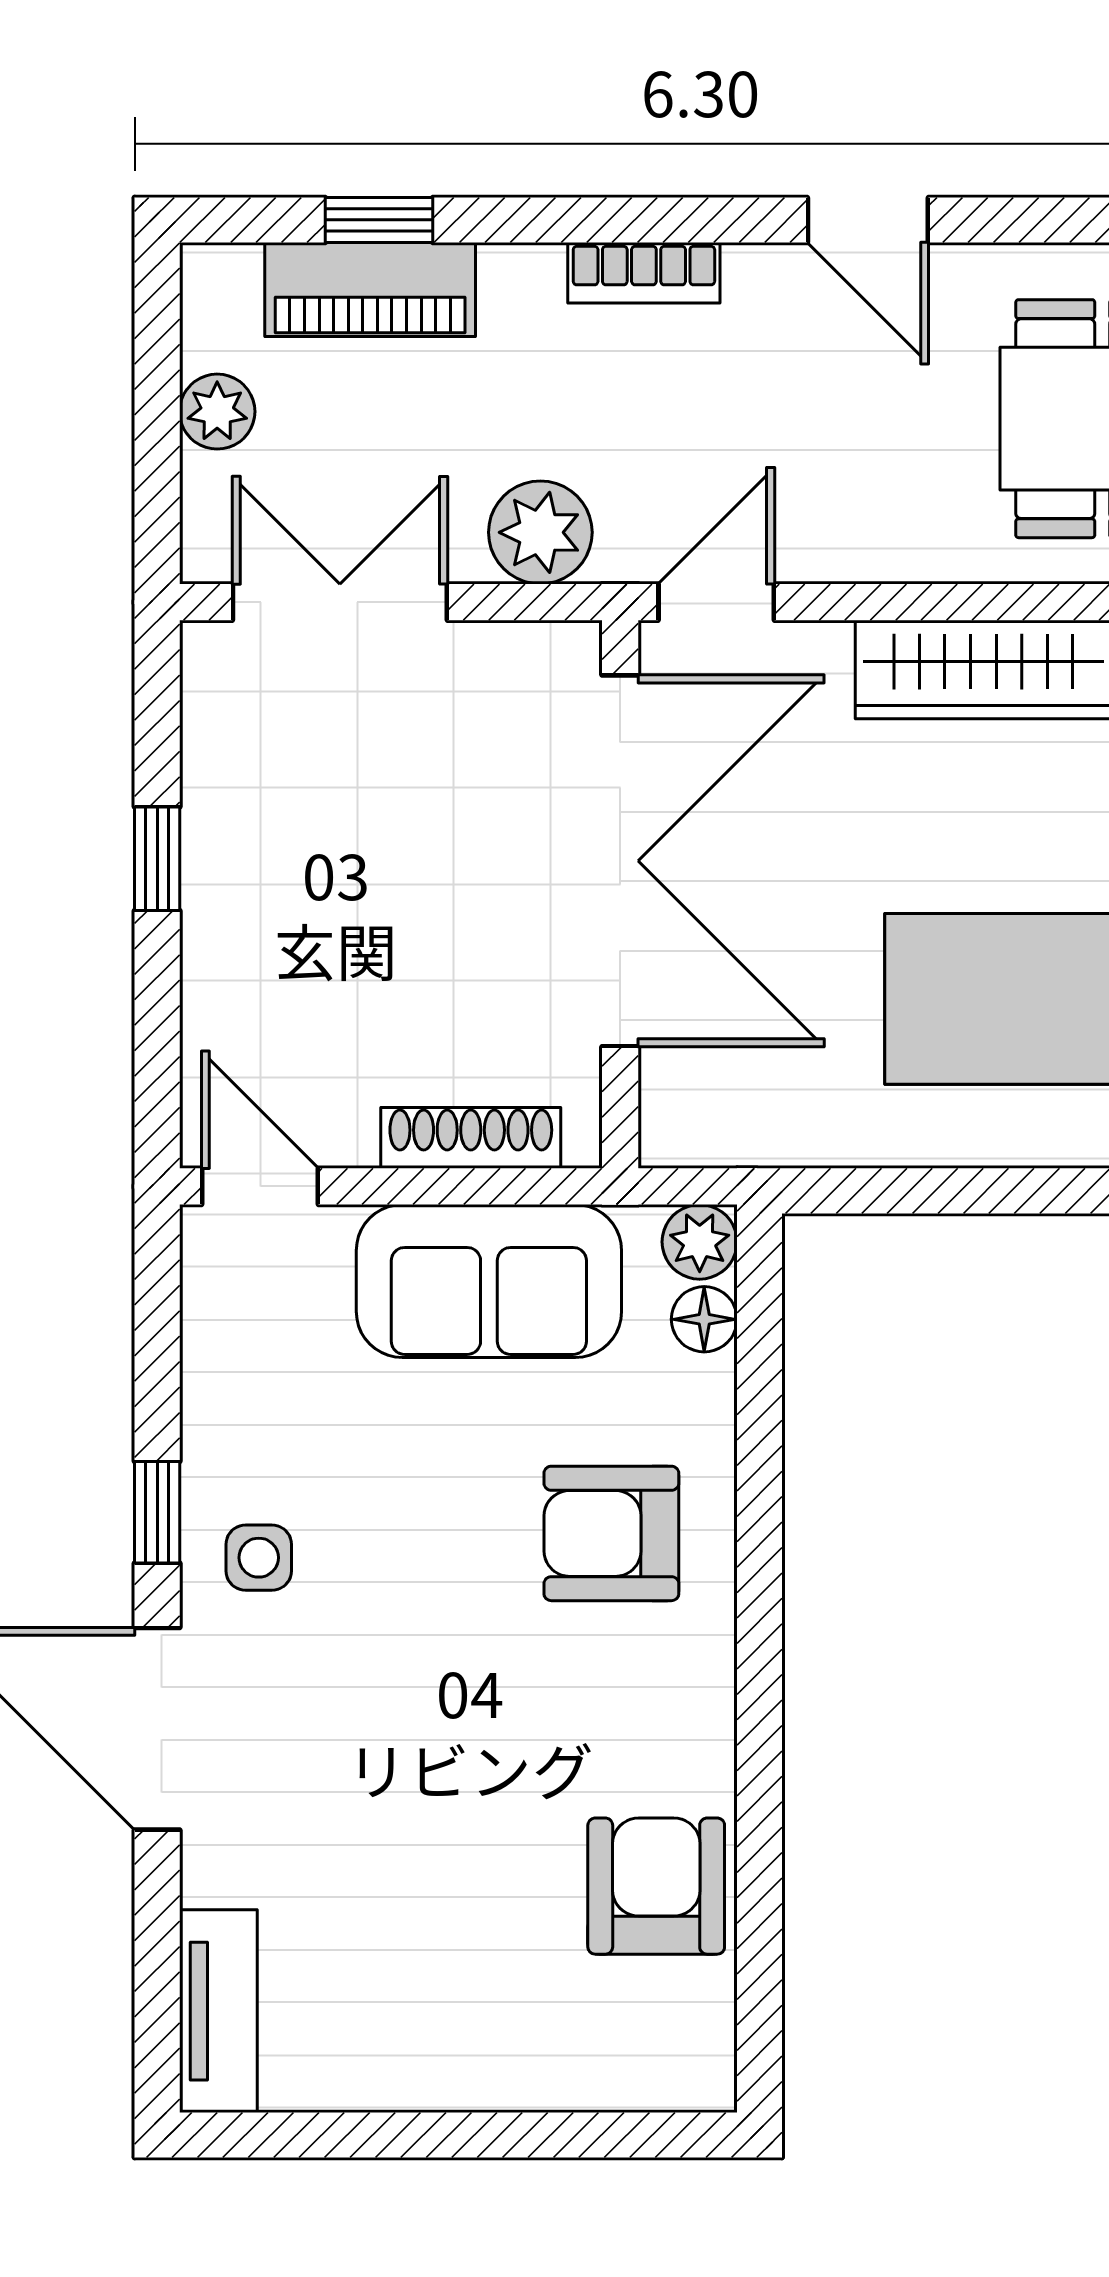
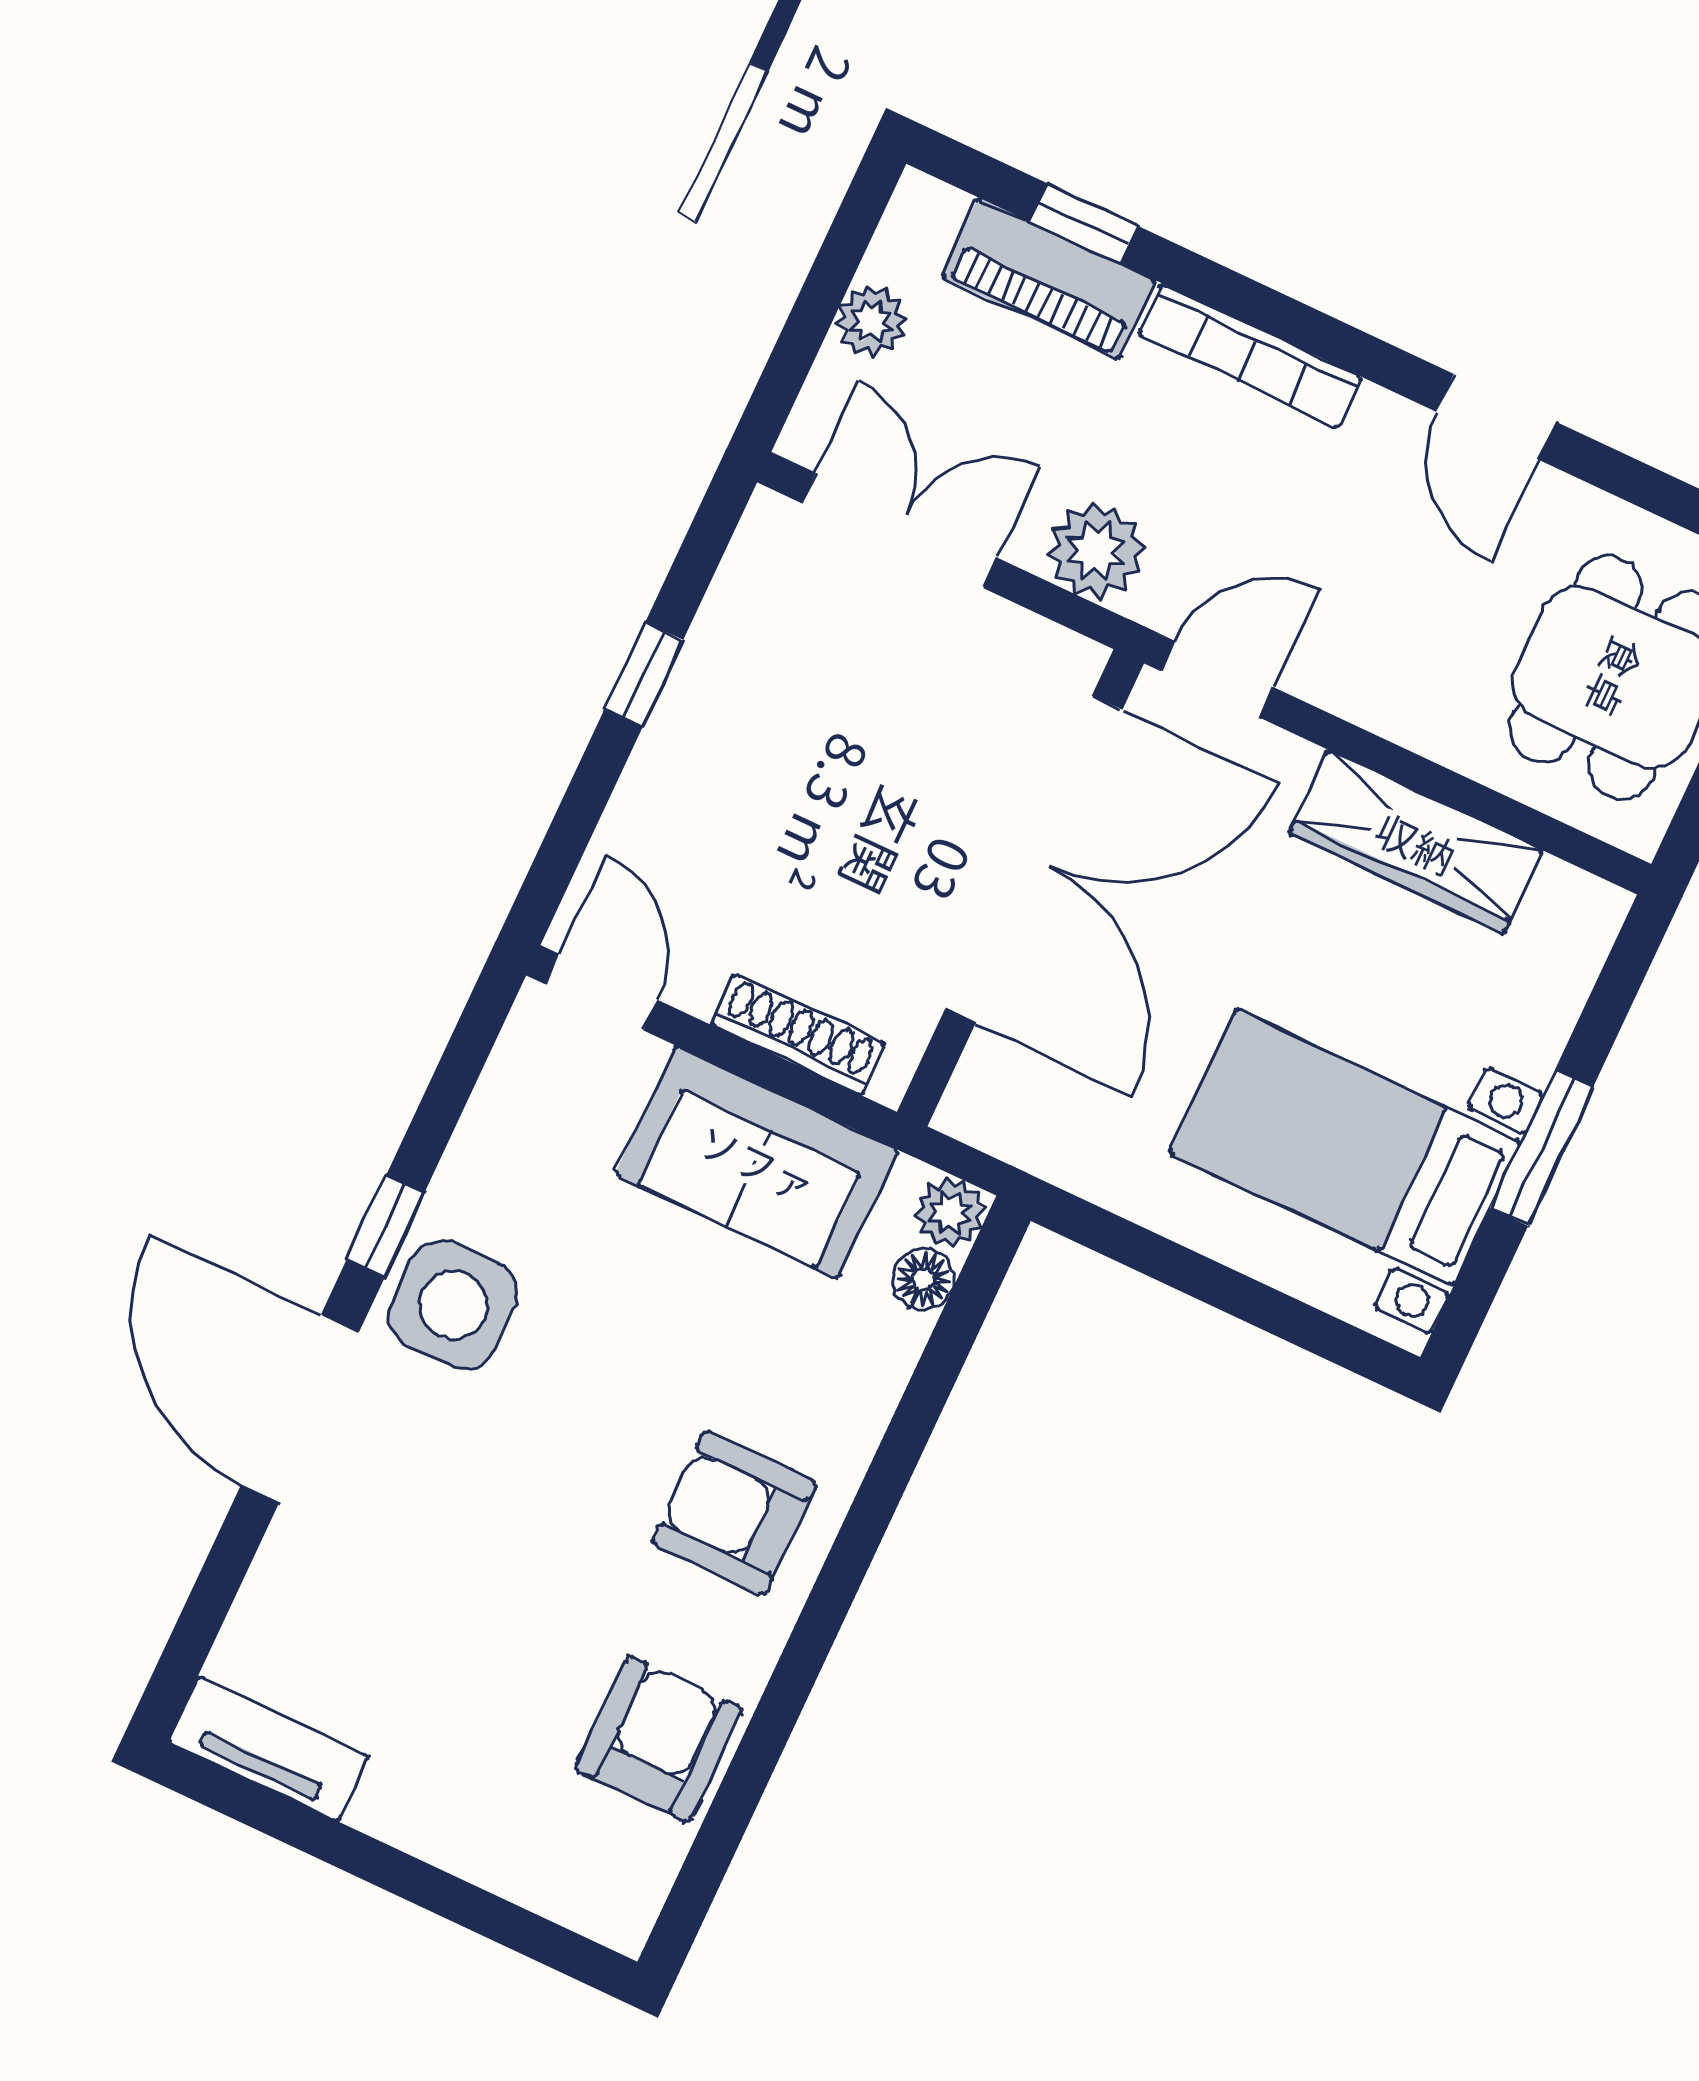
bookcase: (644, 273) -> (1250, 356), width x1.56
armchair: (611, 1533) -> (734, 1513), moved
side table: (259, 1558) -> (453, 1305), width x1.87, depth x1.87
tv unit: (218, 2011) -> (268, 1749), moved, turned -90

